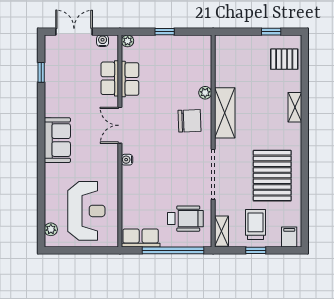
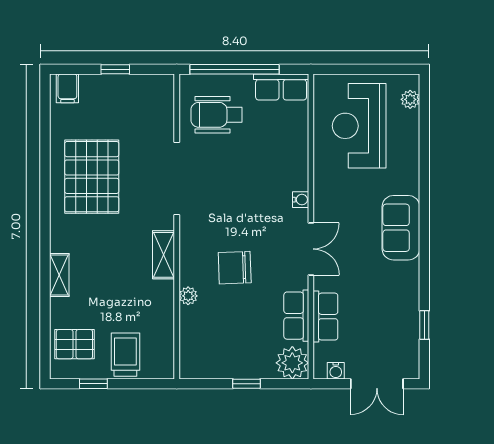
plant: (128, 41) -> (292, 363), width x1.87, depth x1.87
shelving: (225, 113) -> (164, 255), width x0.67, depth x0.75
chair: (189, 121) -> (235, 268), moved
trolley: (256, 225) -> (125, 355), moved, turned 180
shelving: (222, 231) -> (165, 97), removed

